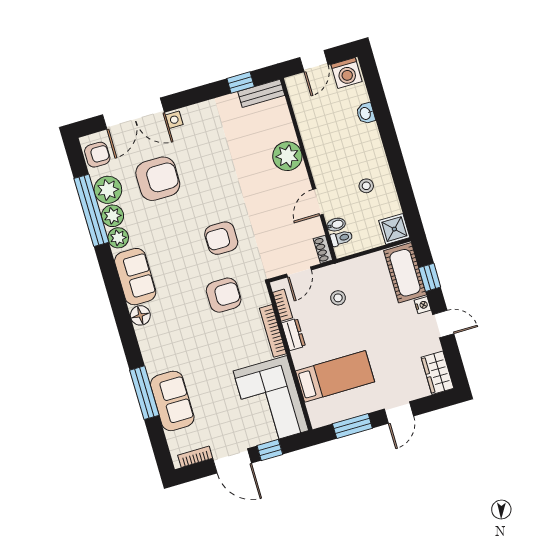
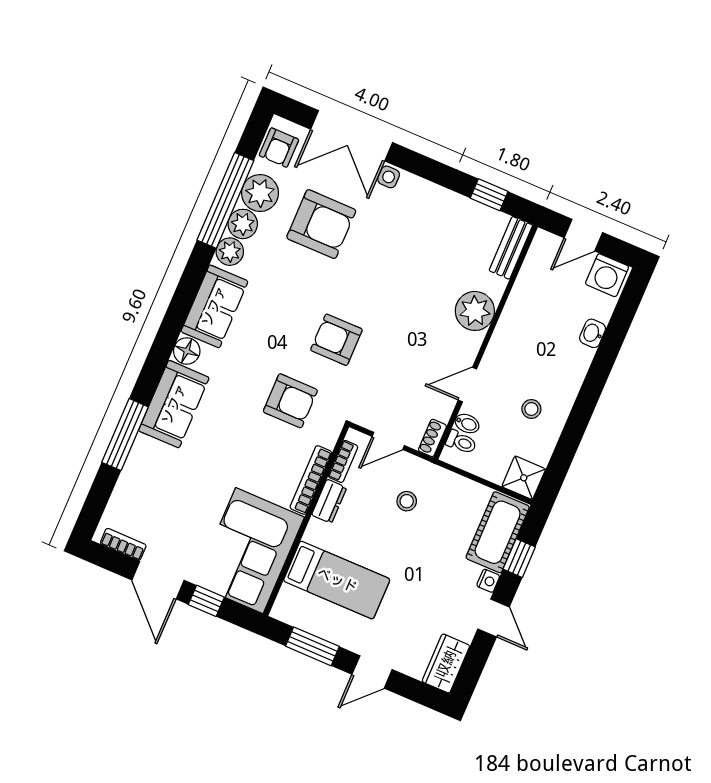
bench: (261, 93) -> (511, 248), moved, turned 90
armchair: (97, 155) -> (279, 148), turned 90
sofa: (172, 401) -> (174, 404), moved

